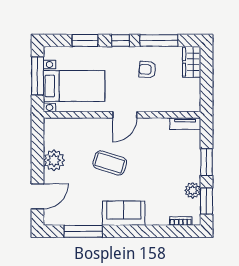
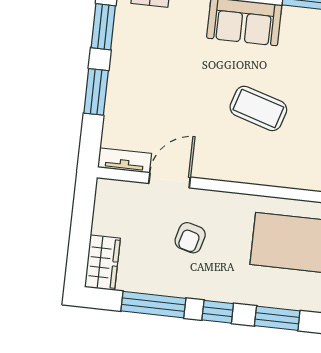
armchair: (147, 70) -> (190, 238), moved, turned 101
door: (125, 115) -> (170, 180), moved
plant: (193, 190) -> (124, 47), removed

